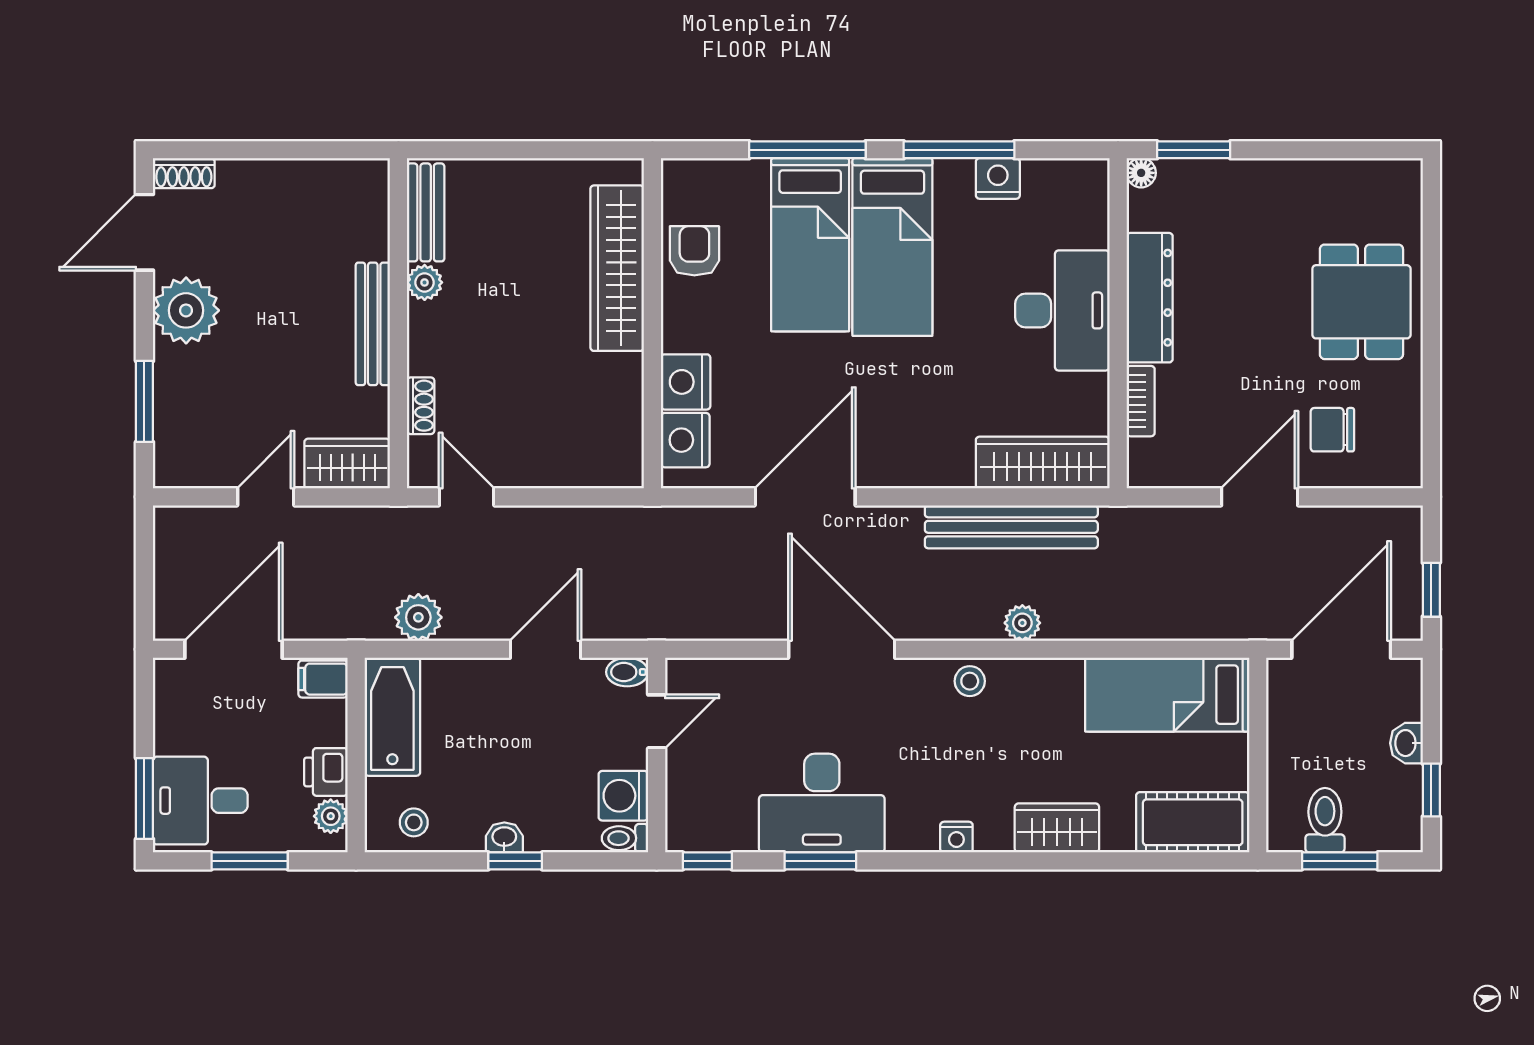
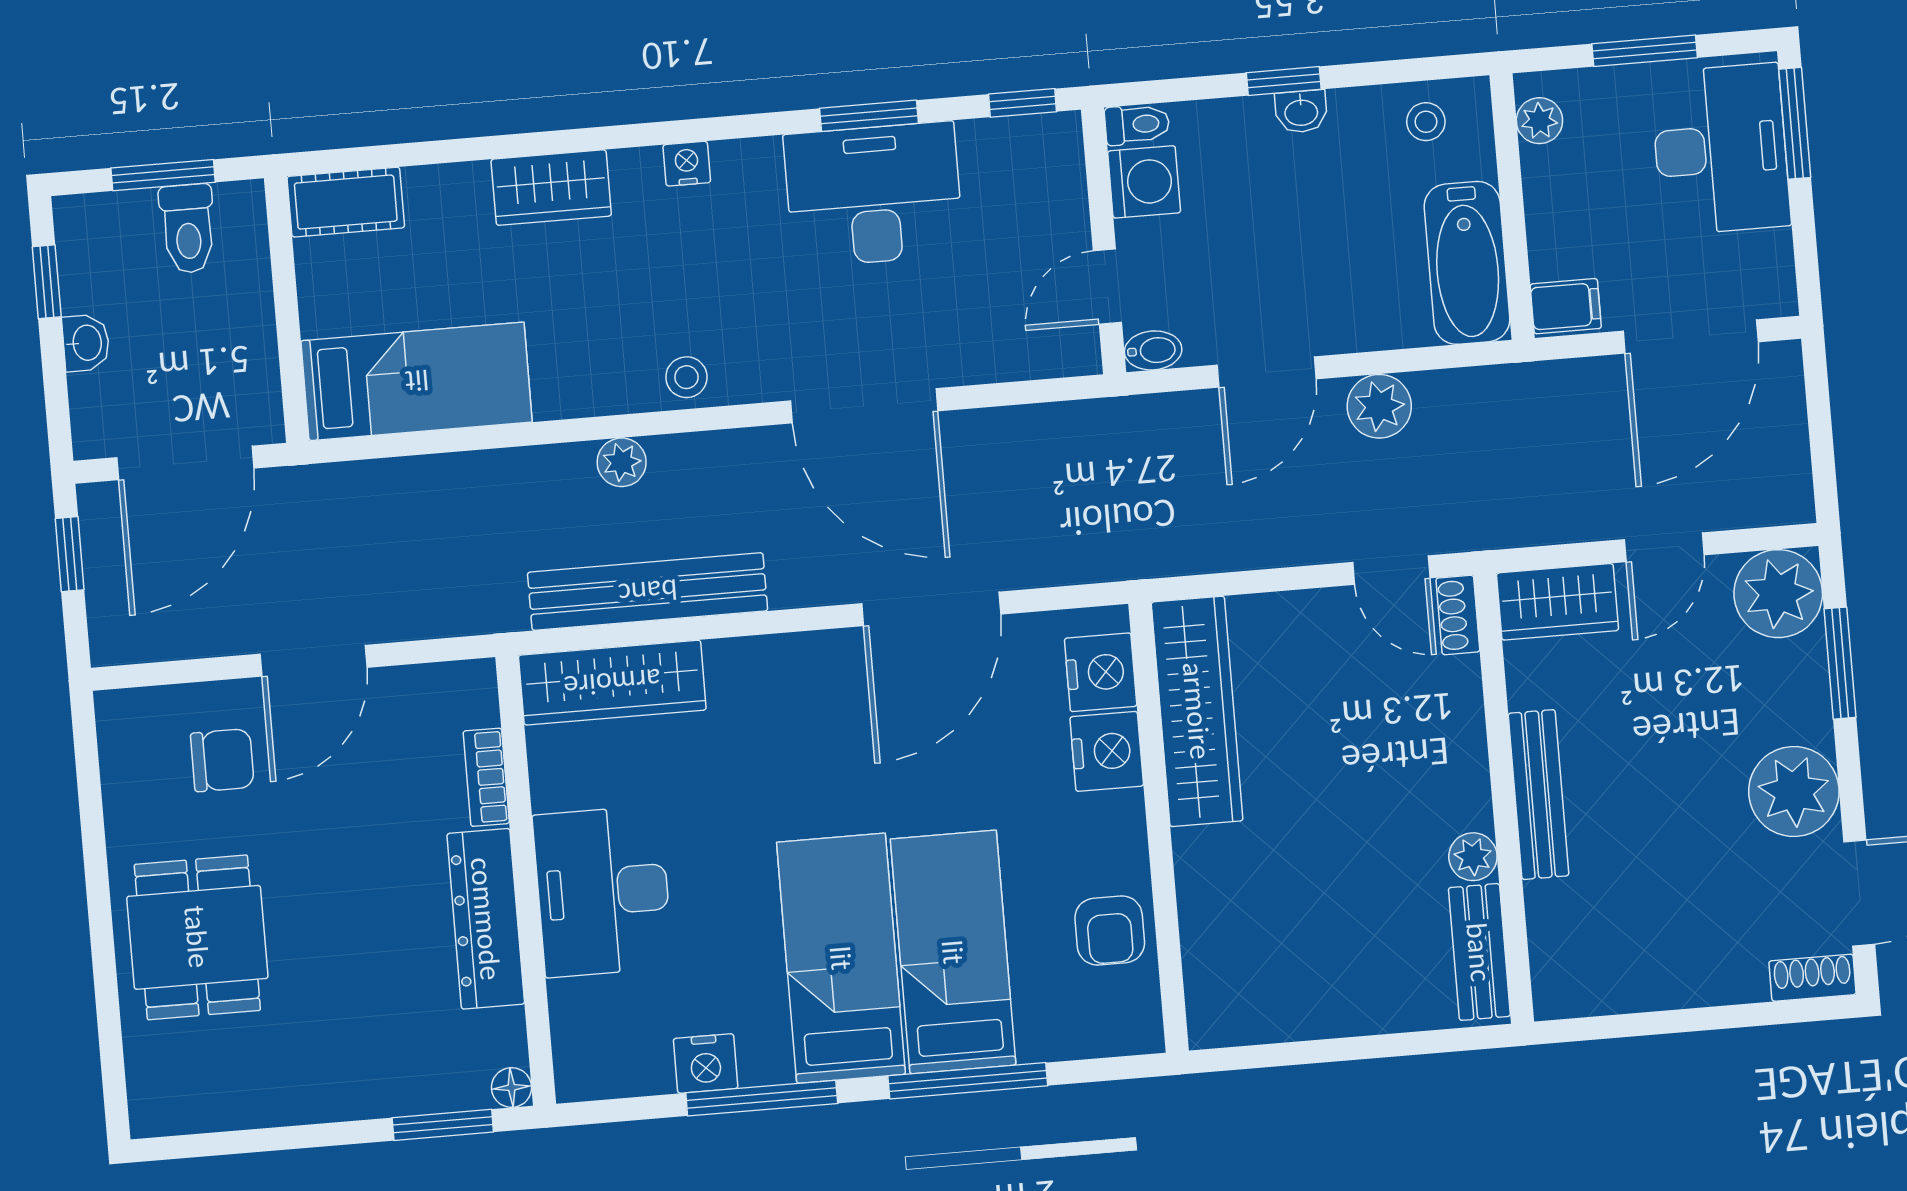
wardrobe: (617, 268) -> (1197, 711), moved
shoe rack: (421, 406) -> (1458, 615), moved
plant: (185, 456) -> (1778, 594), added
plant: (418, 617) -> (1379, 406), moved
printer: (326, 772) -> (1551, 180), removed
desk: (200, 801) -> (1720, 149), width x1.37
cot: (1193, 822) -> (346, 202), width x0.73, depth x0.75

